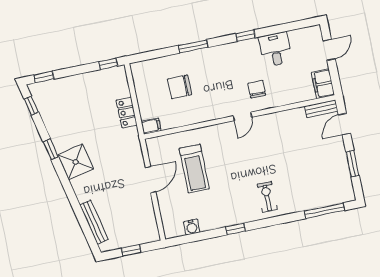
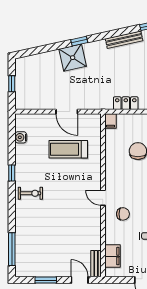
filing cabinet: (323, 84) -> (113, 256), moved, turned 90
window: (51, 149) -> (79, 41), moved
shower: (76, 162) -> (73, 58), moved
exercise bike: (267, 197) -> (30, 193), moved
bench: (94, 222) -> (124, 40), moved

